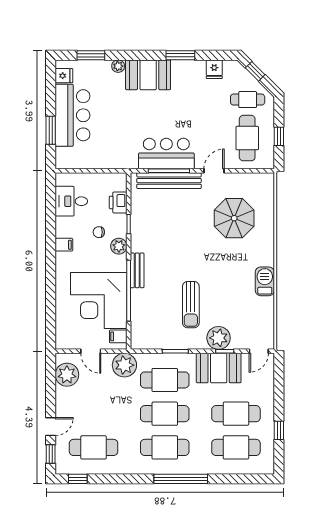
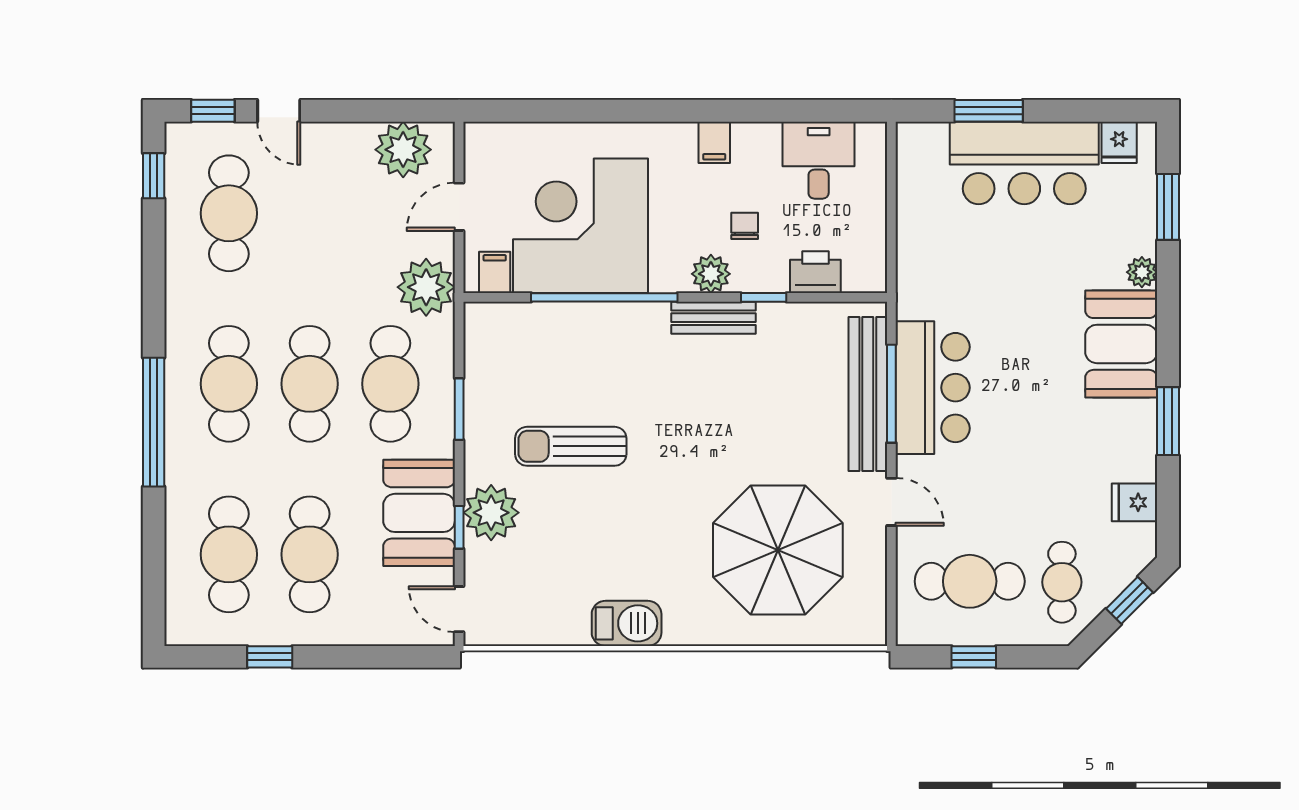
parasol: (234, 218) -> (778, 550), width x1.36, depth x1.36
bench: (137, 270) -> (713, 318), moved

